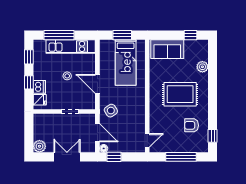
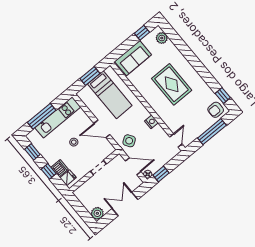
plant: (202, 67) -> (162, 38), moved
rug: (180, 94) -> (172, 84), turned 90
nightstand: (140, 110) -> (151, 122), added
armchair: (192, 125) -> (216, 110), moved

